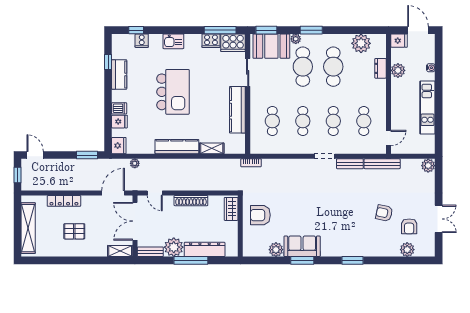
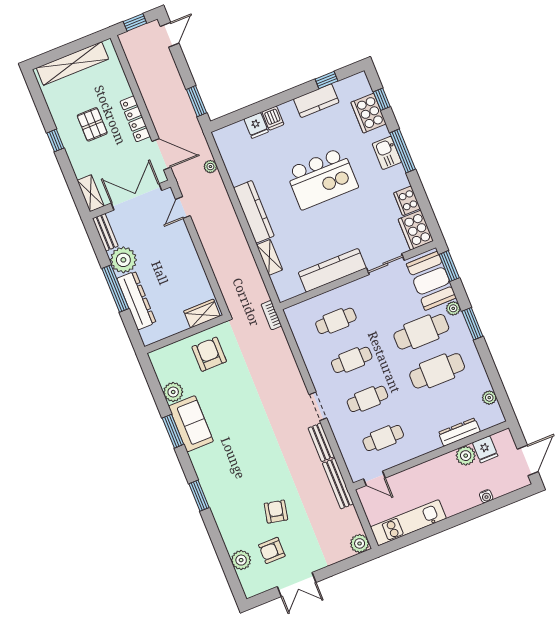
window: (220, 30) -> (403, 151), moved
cooker: (142, 41) -> (369, 113), width x1.87, depth x1.31
fridge: (399, 41) -> (485, 449), moved
plant: (361, 43) -> (489, 398), width x0.53, depth x0.53
dresser: (380, 68) -> (459, 432), width x1.44
kitchen unit: (427, 108) -> (408, 523), moved
fridge: (119, 146) -> (225, 137), removed
locker: (64, 201) -> (135, 119), moved
shoe rack: (191, 201) -> (192, 258), removed
window: (75, 260) -> (55, 140), added

